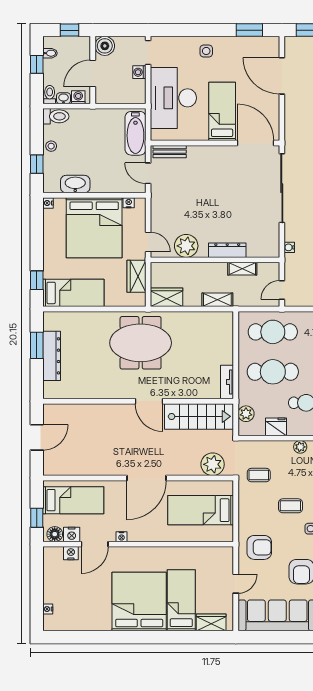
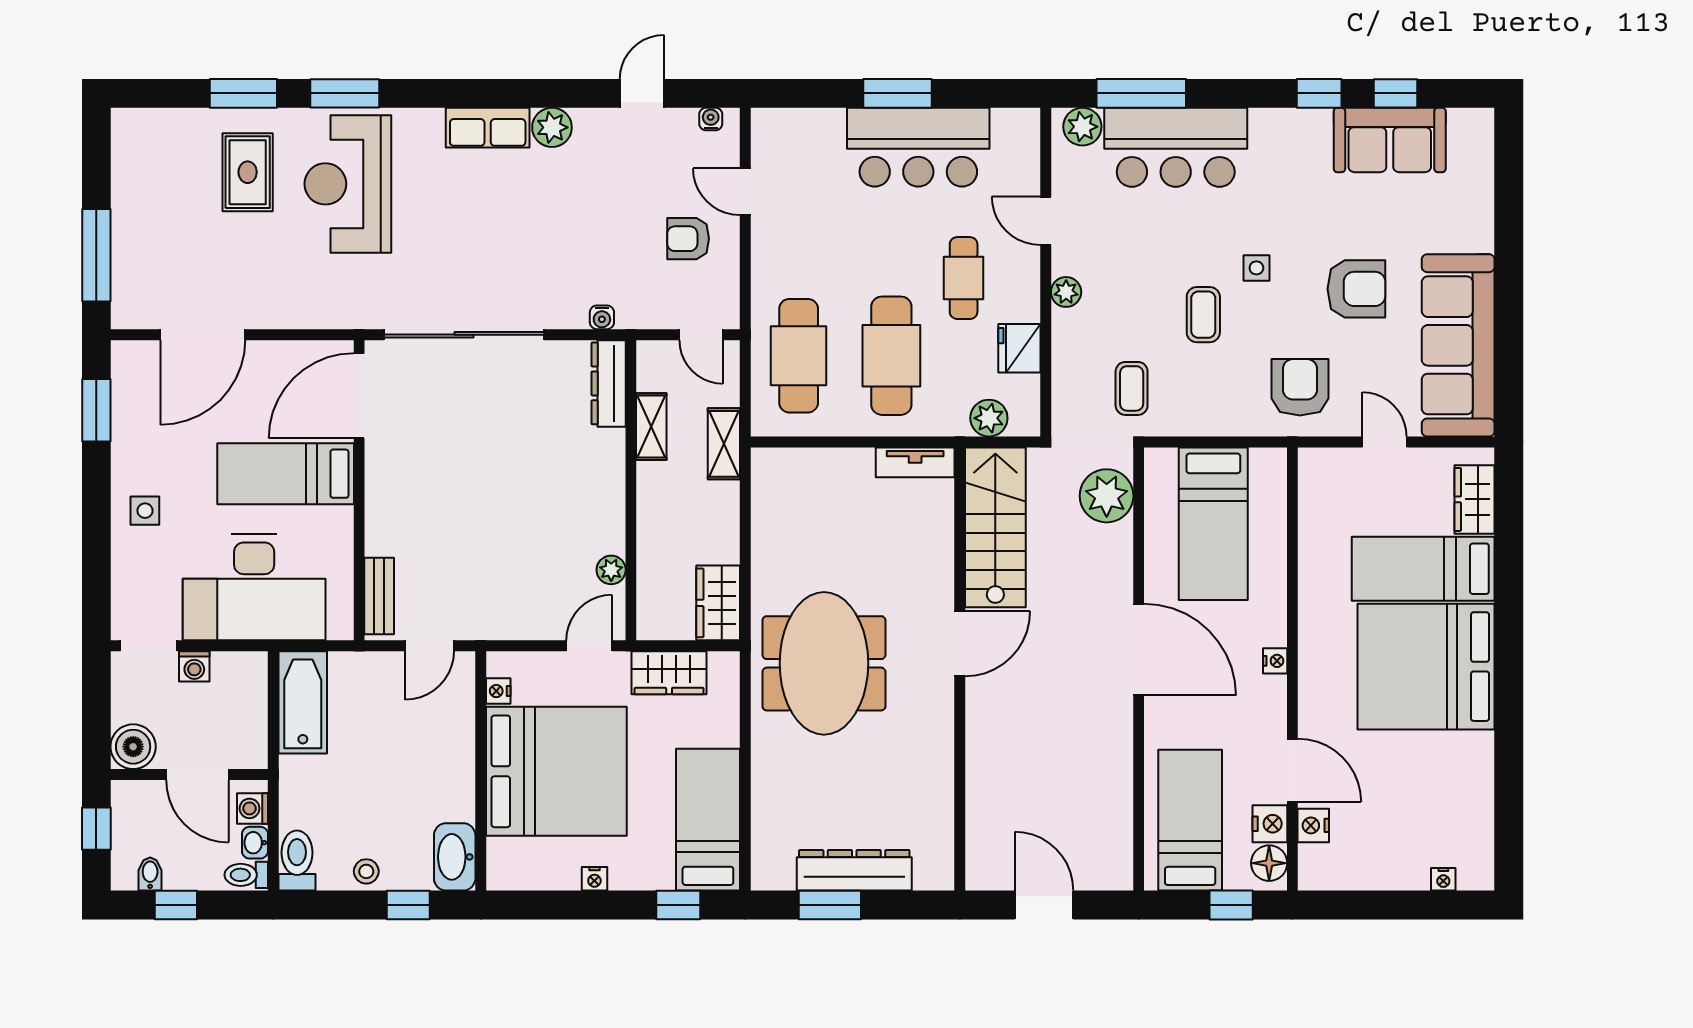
bathtub: (135, 133) -> (303, 702), moved, turned -90
washbasin: (75, 184) -> (455, 857), moved
nightstand: (48, 203) -> (594, 879), moved
plant: (186, 246) -> (611, 570), width x0.53, depth x0.53
dresser: (227, 250) -> (609, 383), moved
shelving: (217, 300) -> (724, 444), moved
nightstand: (122, 537) -> (1275, 661), moved

